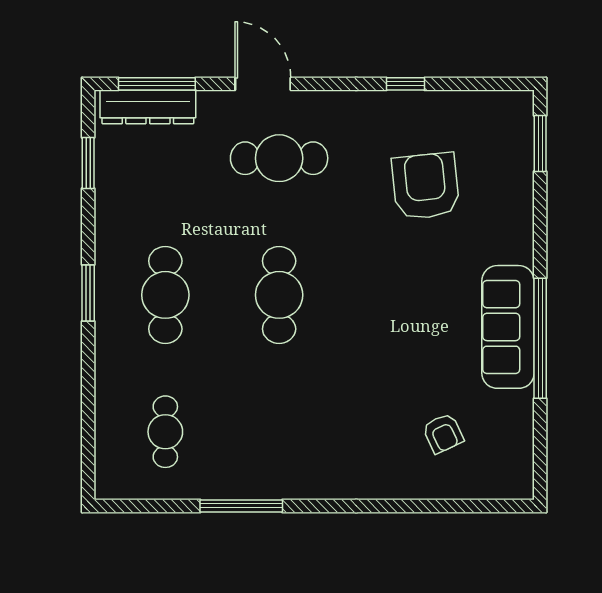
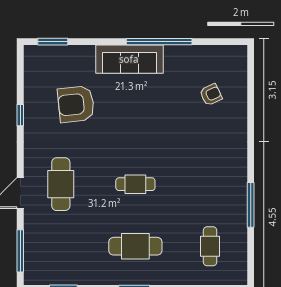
dresser: (148, 107) -> (33, 256), removed
cafe table: (279, 295) -> (135, 184), width x0.73, depth x0.74
sofa: (508, 327) -> (129, 59), moved
cafe table: (165, 432) -> (210, 246), turned 90

